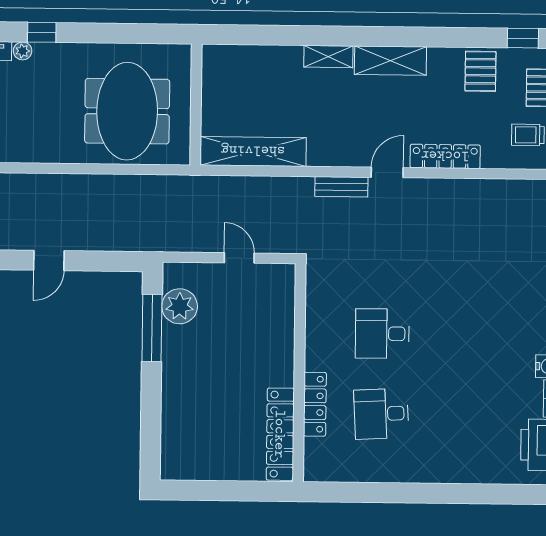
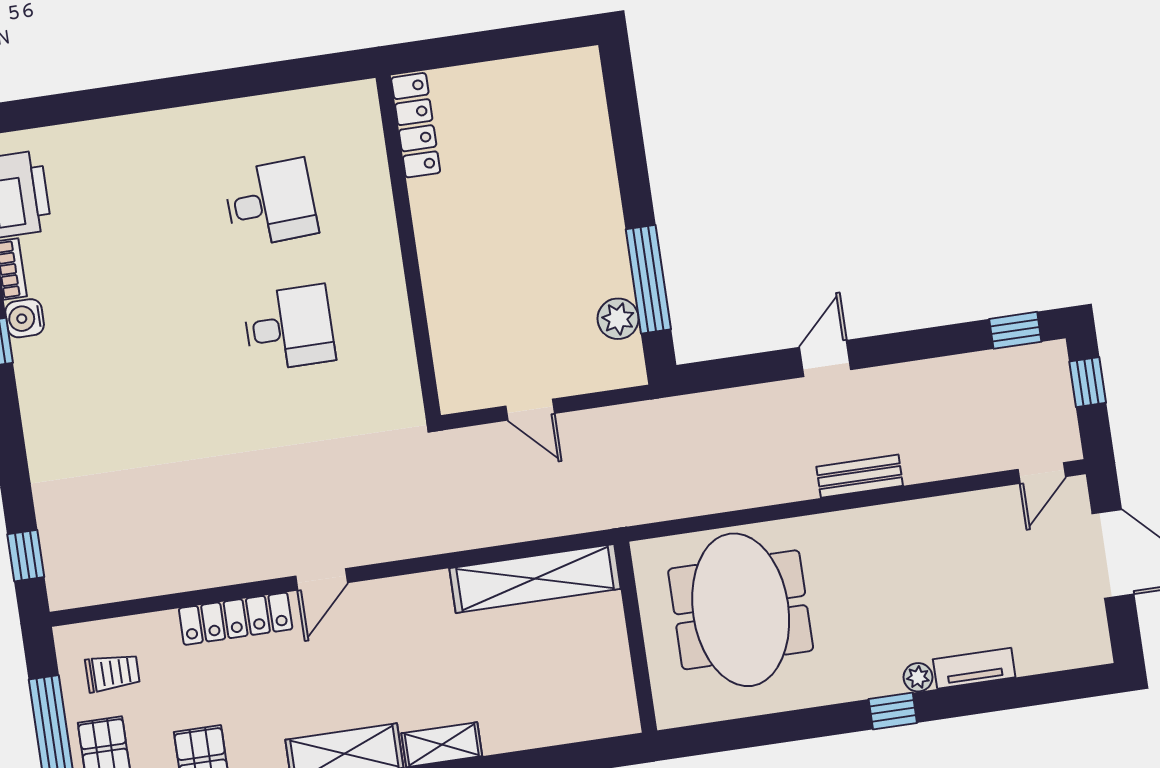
bench: (341, 187) -> (860, 476), moved
plant: (180, 306) -> (618, 319), width x0.73, depth x0.73
locker: (315, 404) -> (376, 201), removed
locker: (280, 434) -> (416, 125), width x0.71, depth x0.83

